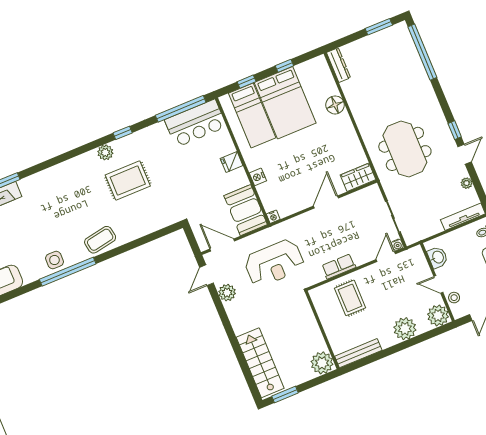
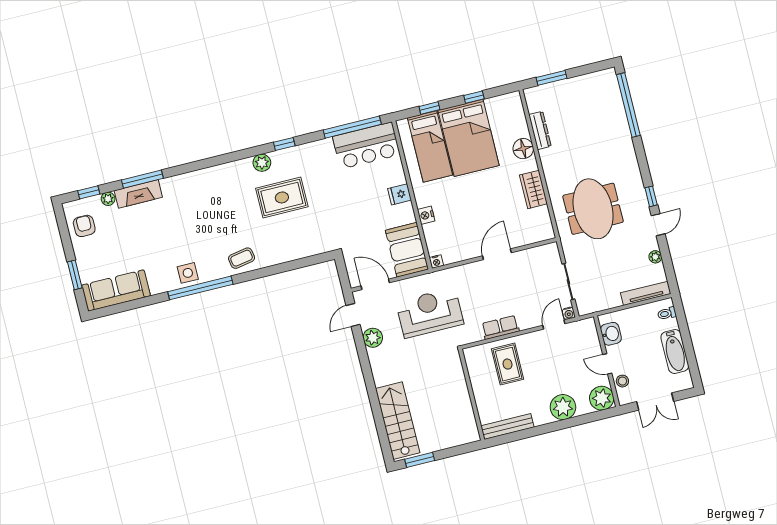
window: (379, 27) -> (551, 78), moved
dresser: (339, 65) -> (540, 130), moved
wardrobe: (358, 177) -> (533, 189), moved, turned -90
coffee table: (100, 240) -> (242, 258), width x0.73, depth x0.77
reception desk: (274, 263) -> (430, 313), turned 180
plant: (322, 363) -> (466, 431), removed

